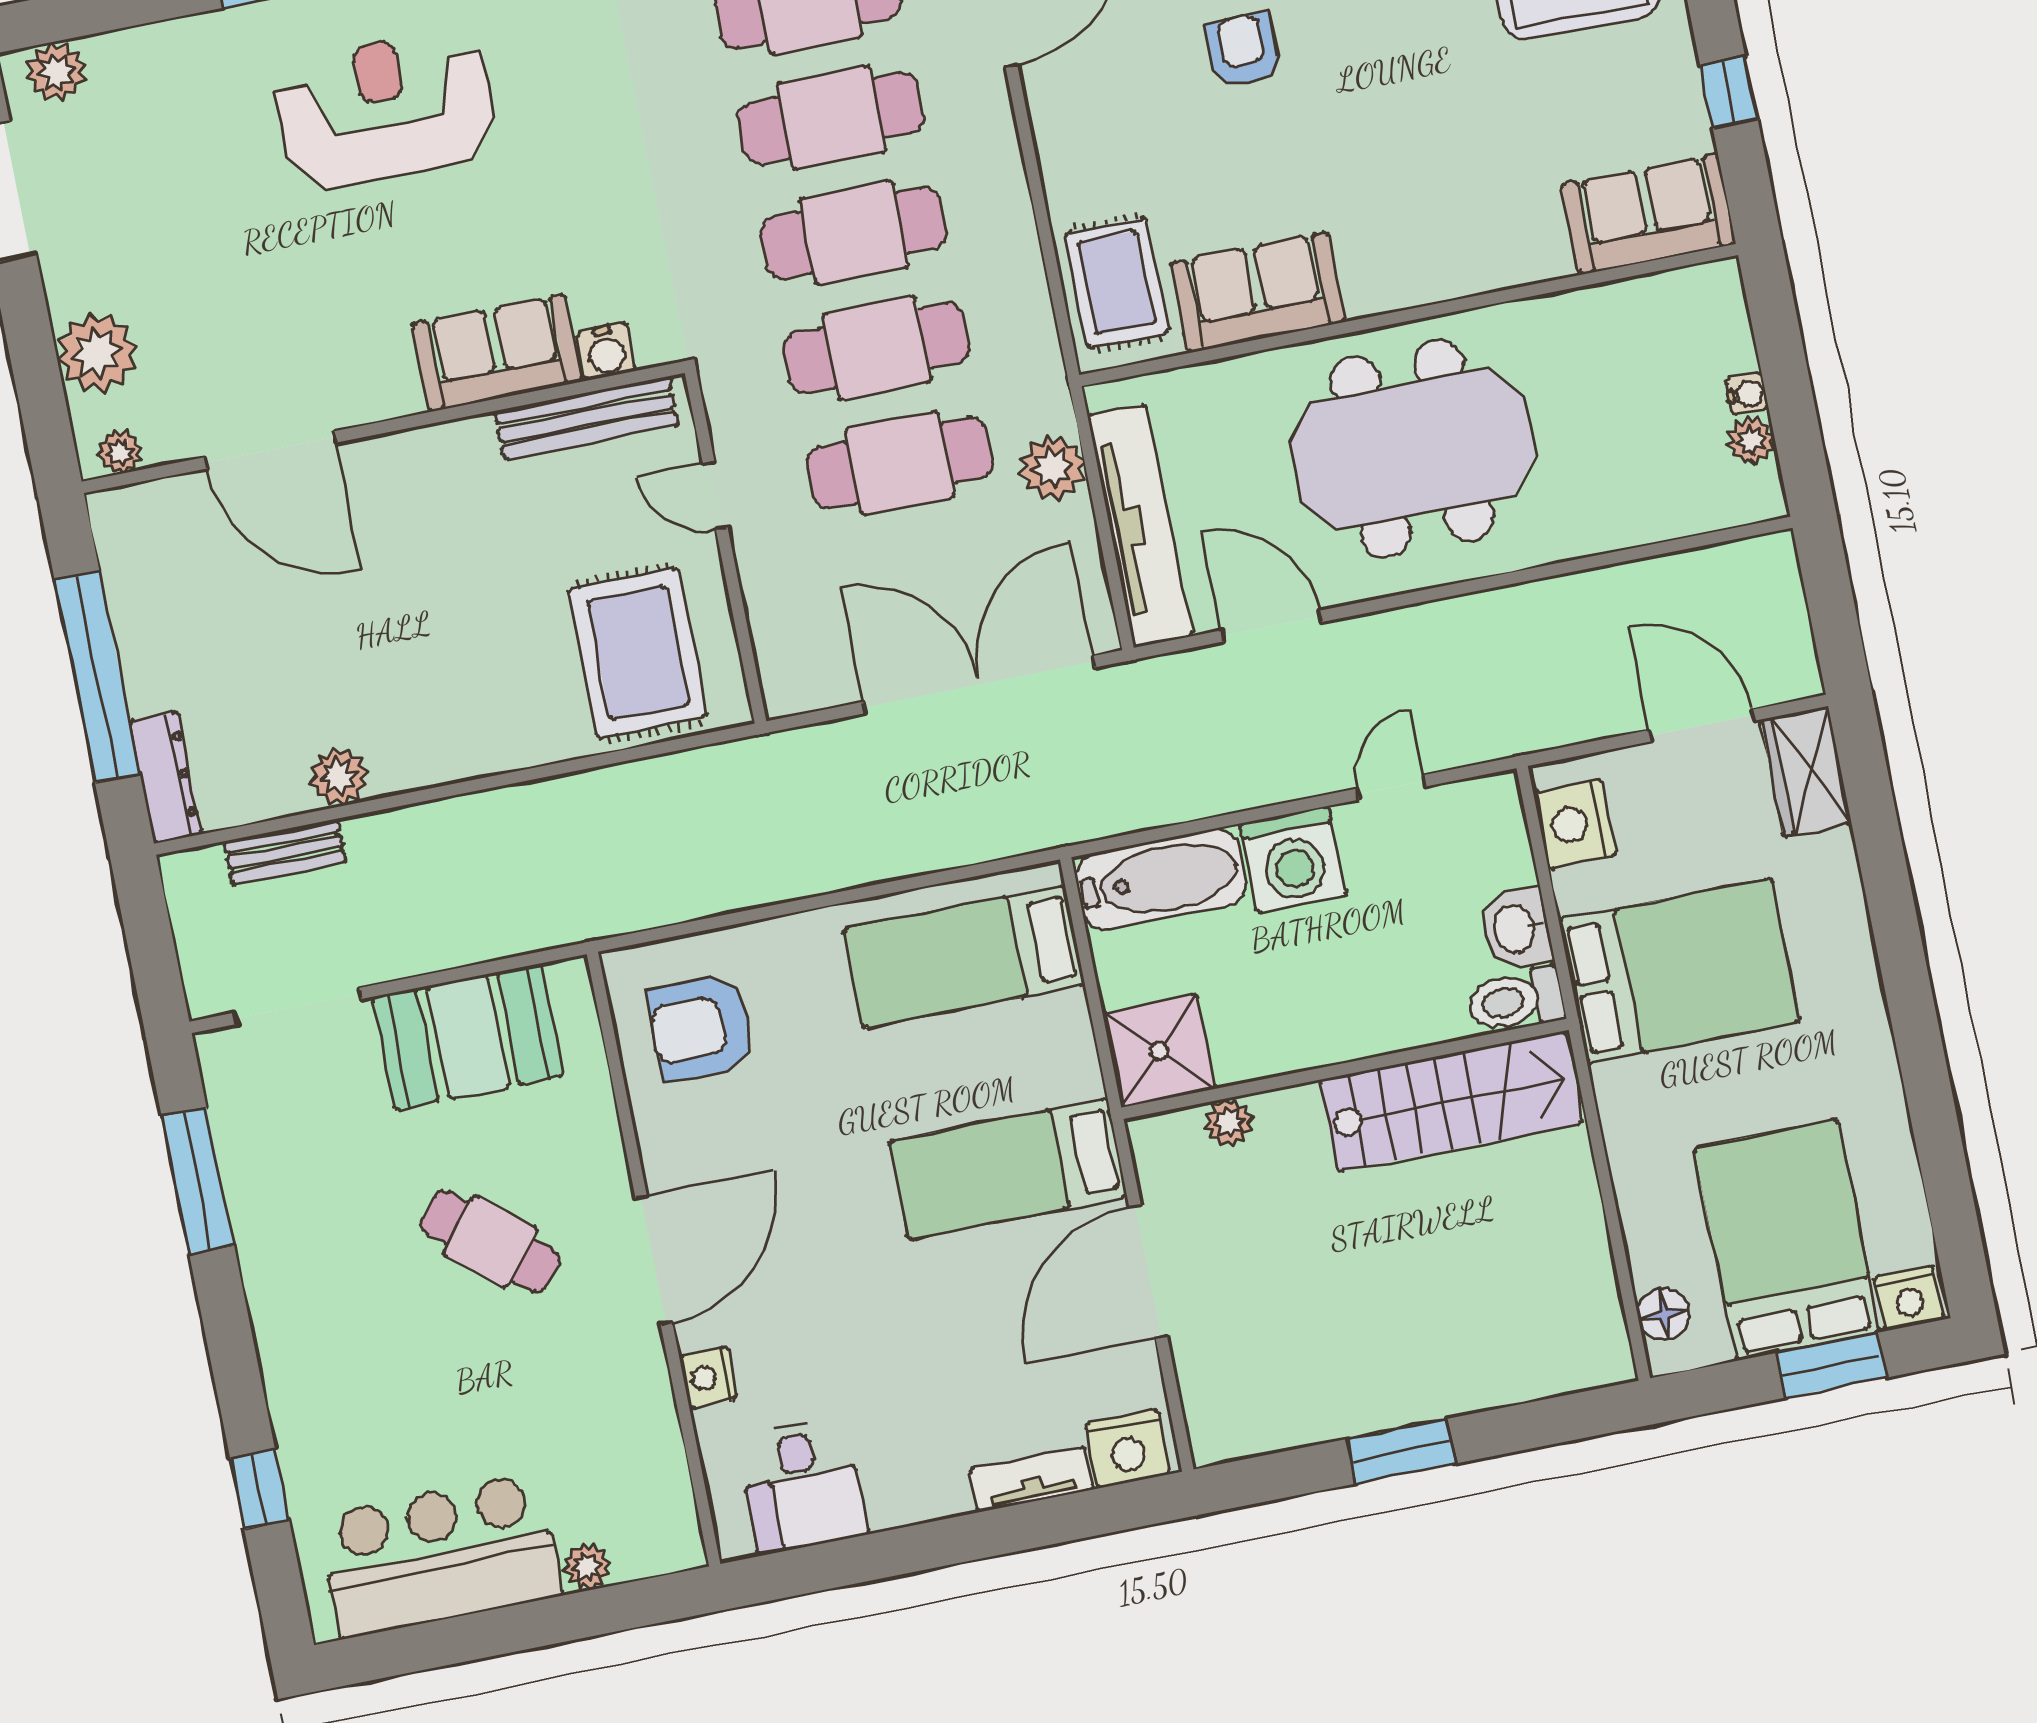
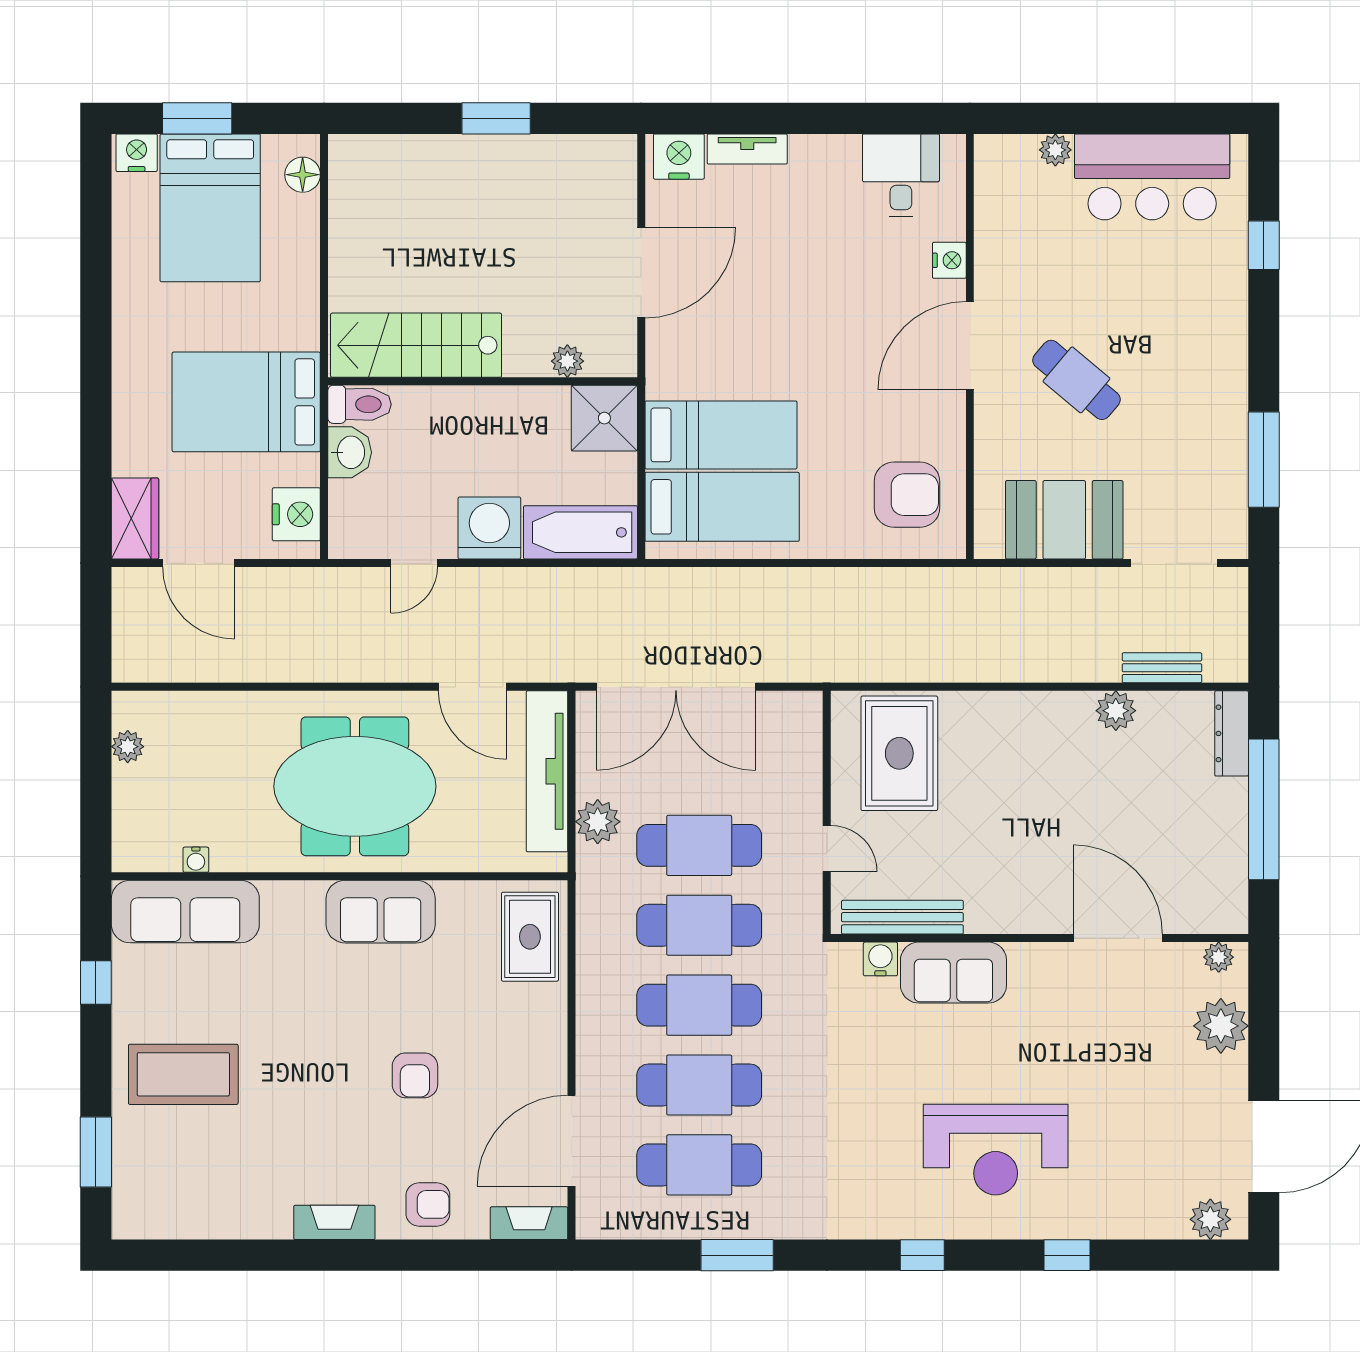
sofa: (1649, 214) -> (185, 912), width x1.36
sofa: (1258, 292) -> (381, 912), moved
water cooler: (1747, 394) -> (196, 860), moved, turned -90
bed: (1008, 1169) -> (721, 435), moved

